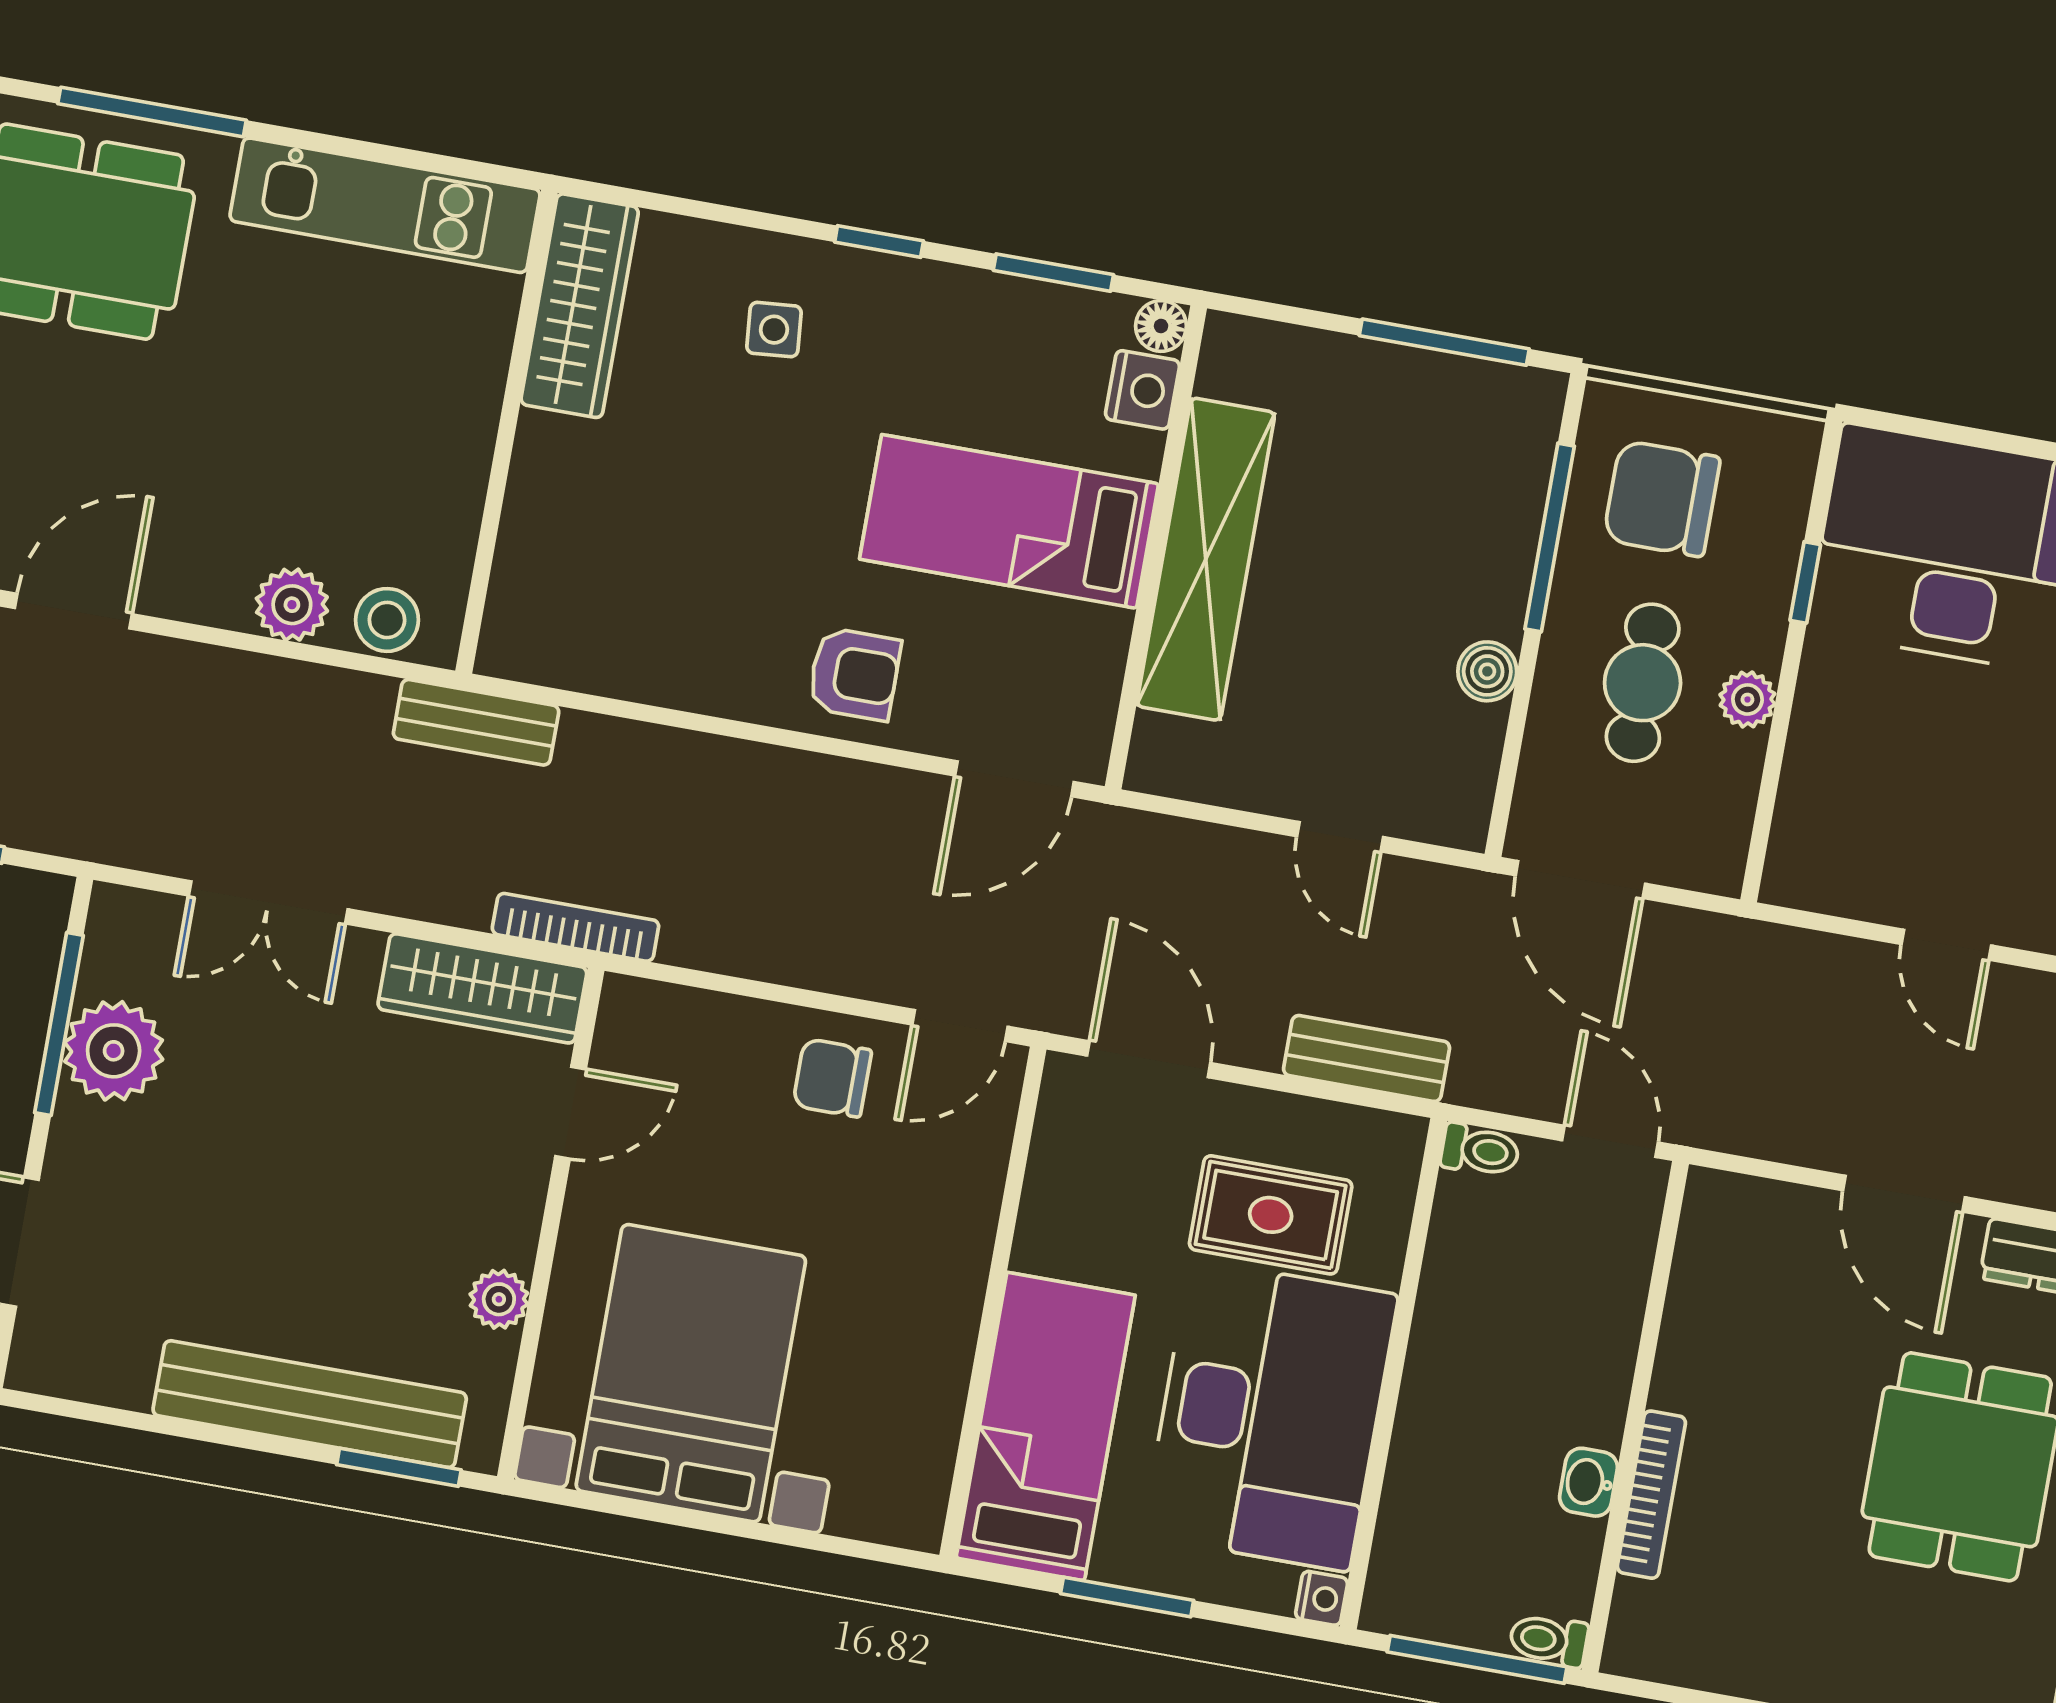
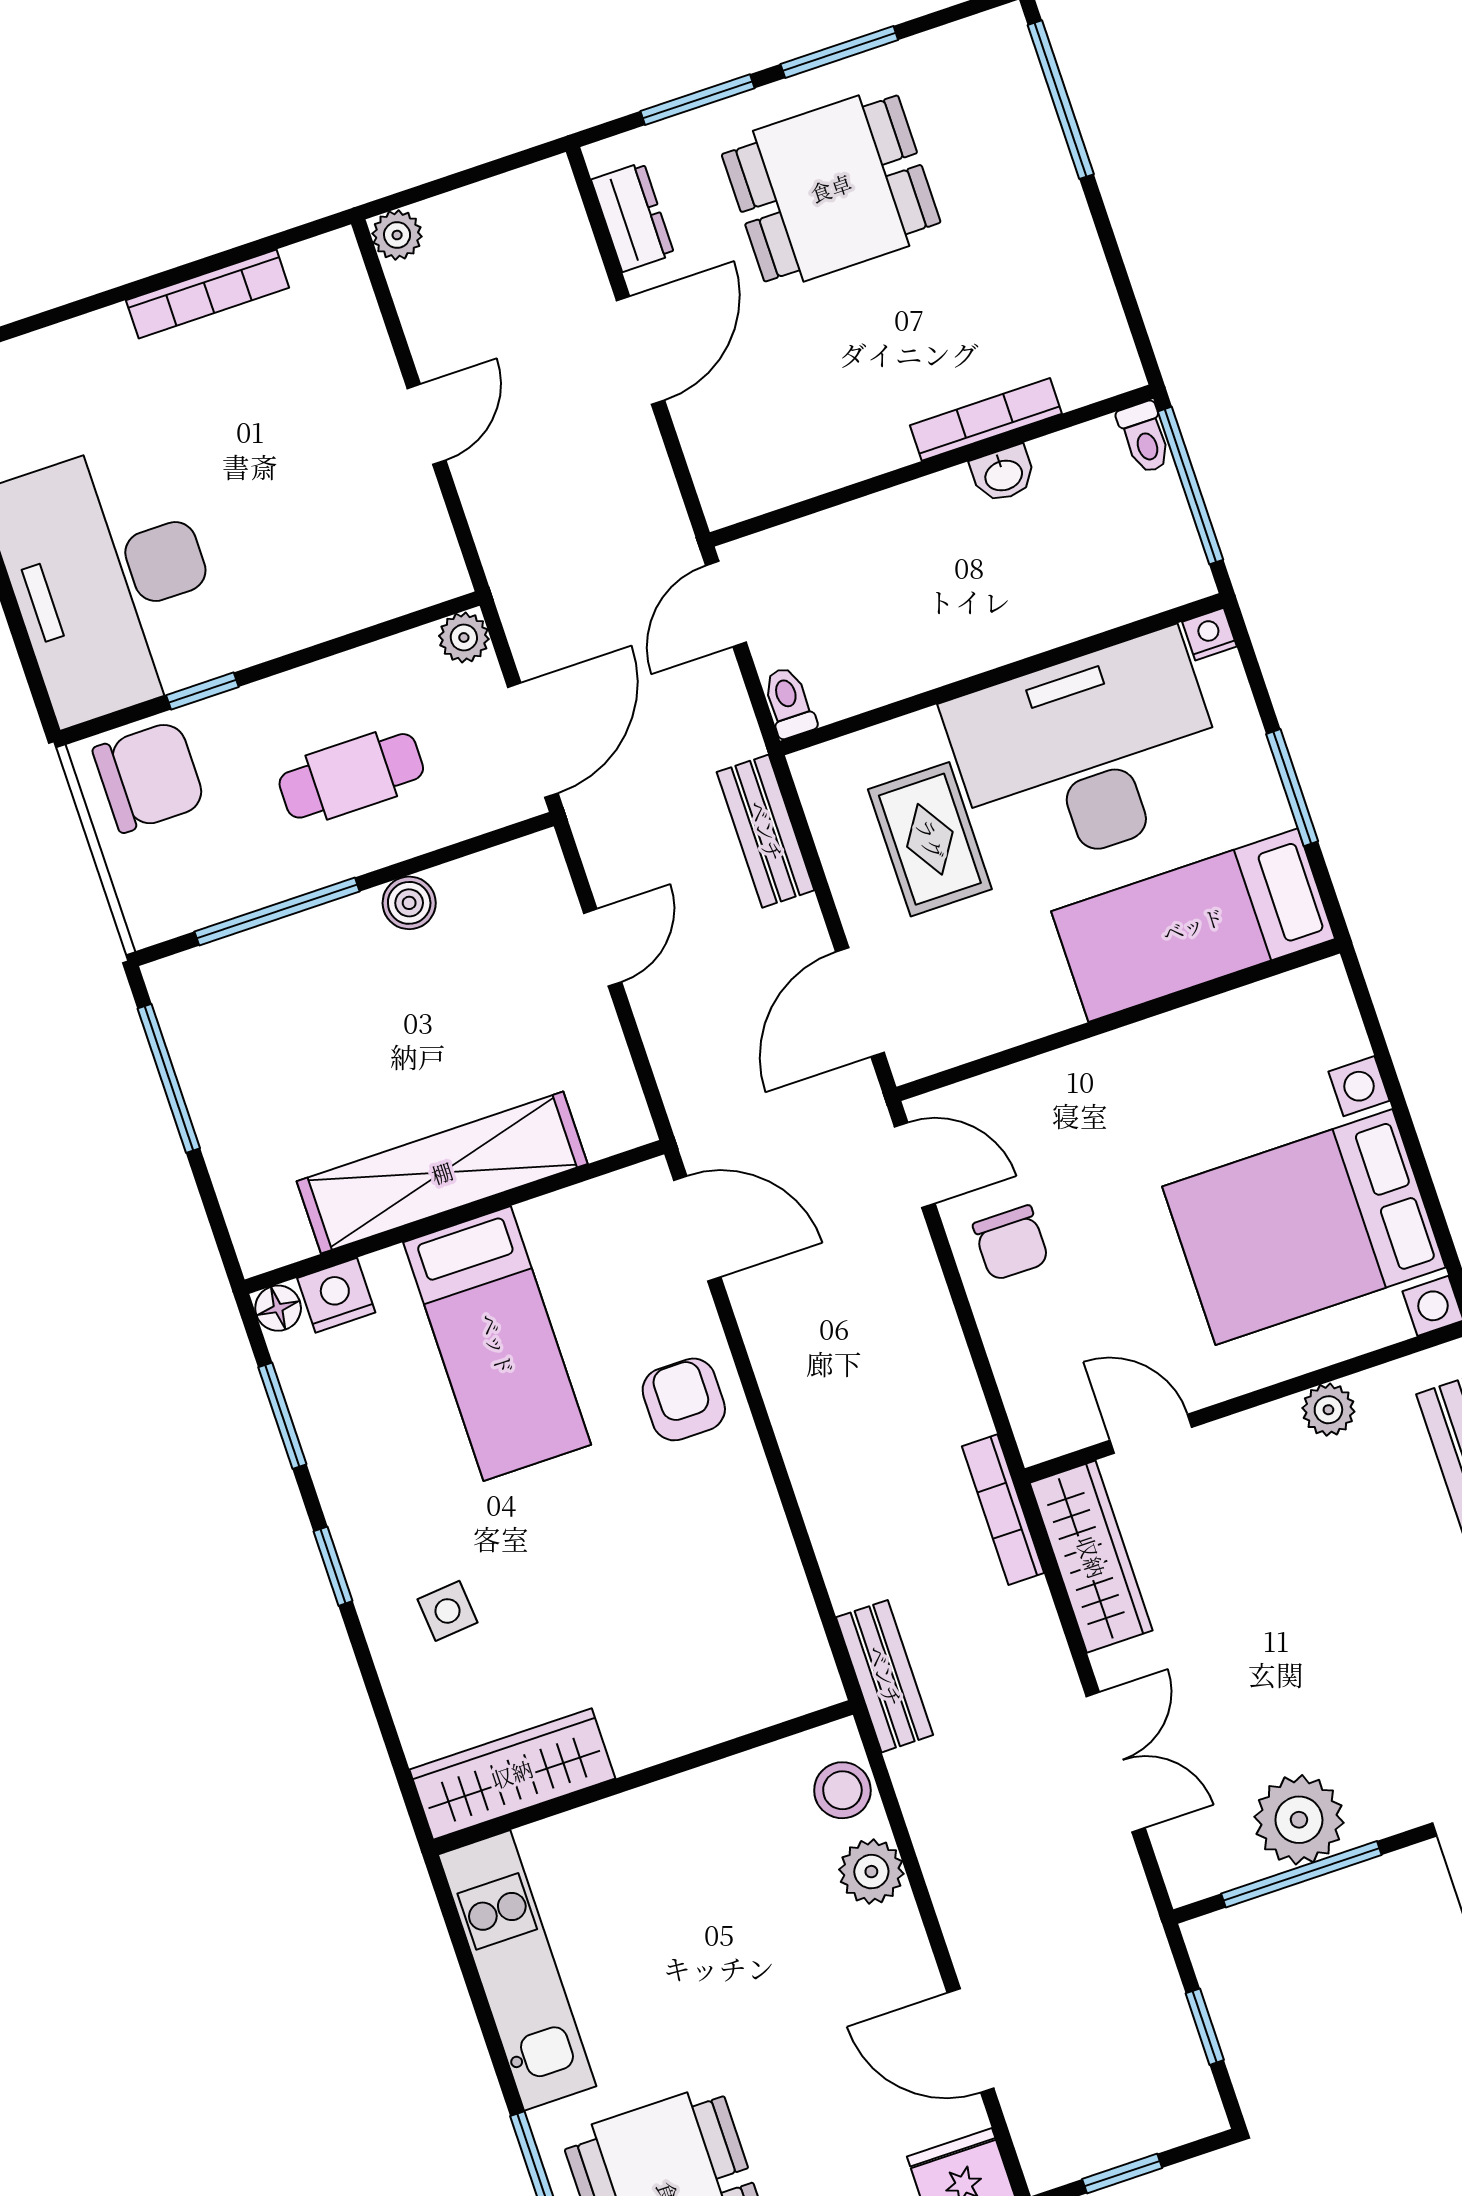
chair: (1662, 499) -> (149, 777), moved, turned -90
plant: (1747, 699) -> (464, 637), moved

